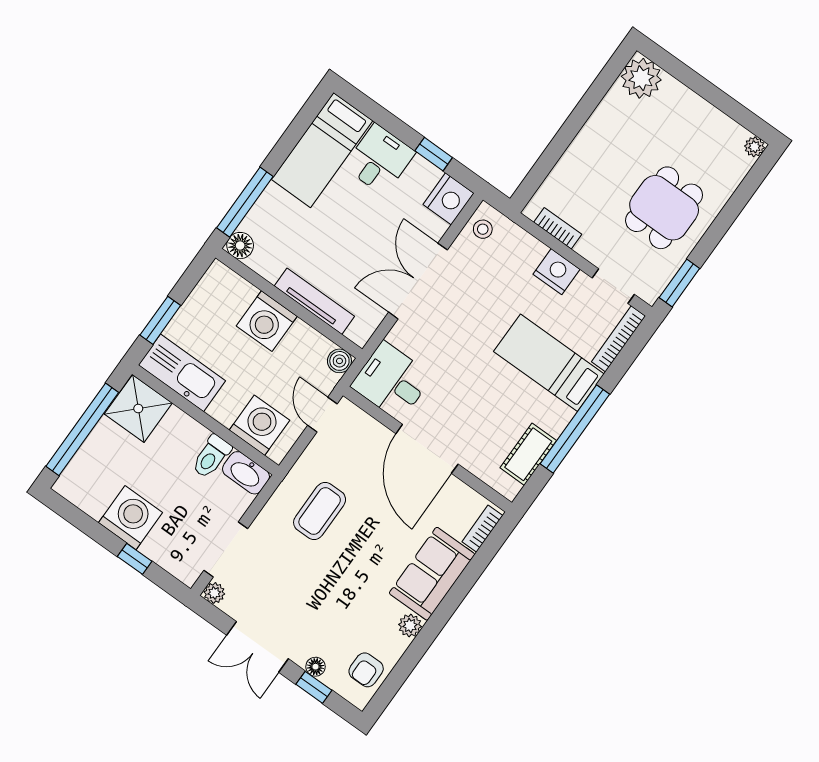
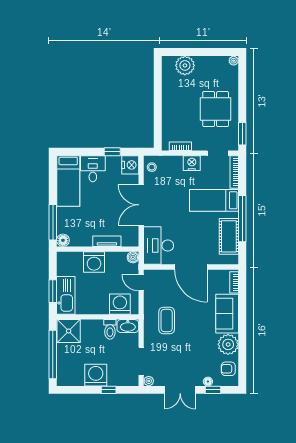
plant: (641, 78) -> (185, 65), moved
tv unit: (314, 301) -> (107, 241), width x0.71
kitchen sink: (182, 373) -> (66, 295), moved, turned 90
desk: (392, 381) -> (159, 246), width x1.37
cot: (528, 454) -> (229, 236), width x1.37, depth x1.34
plant: (410, 626) -> (228, 344), width x1.88, depth x1.88
armchair: (366, 670) -> (228, 369), turned 90

